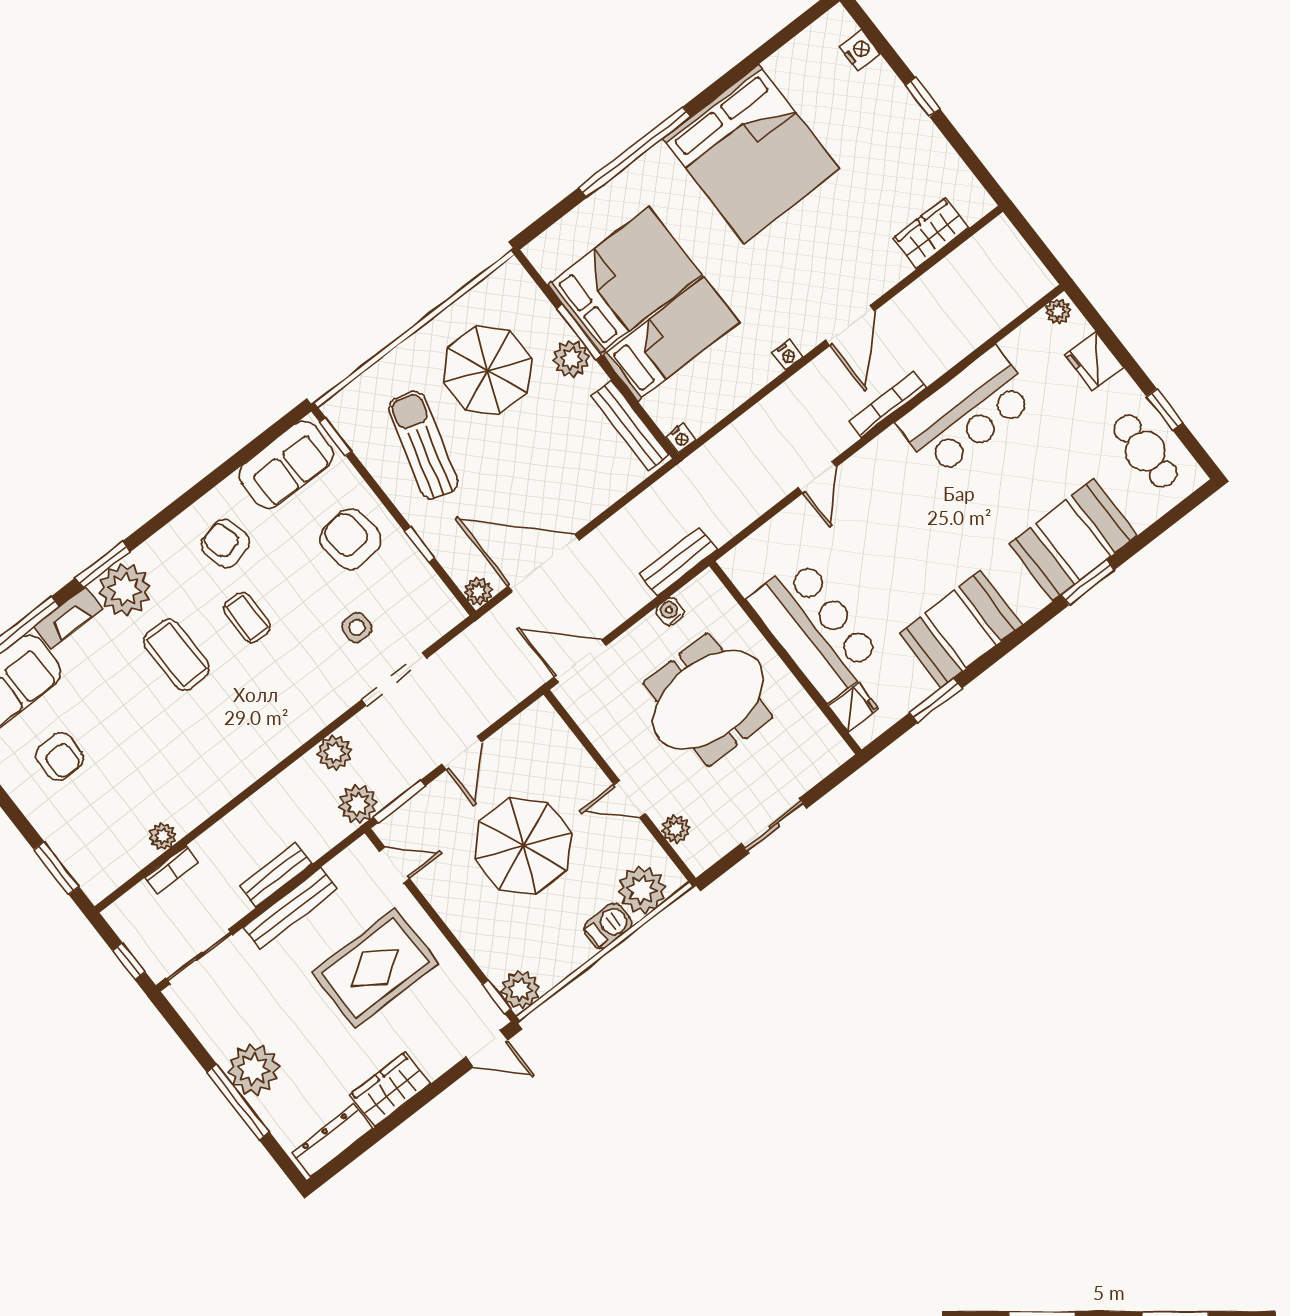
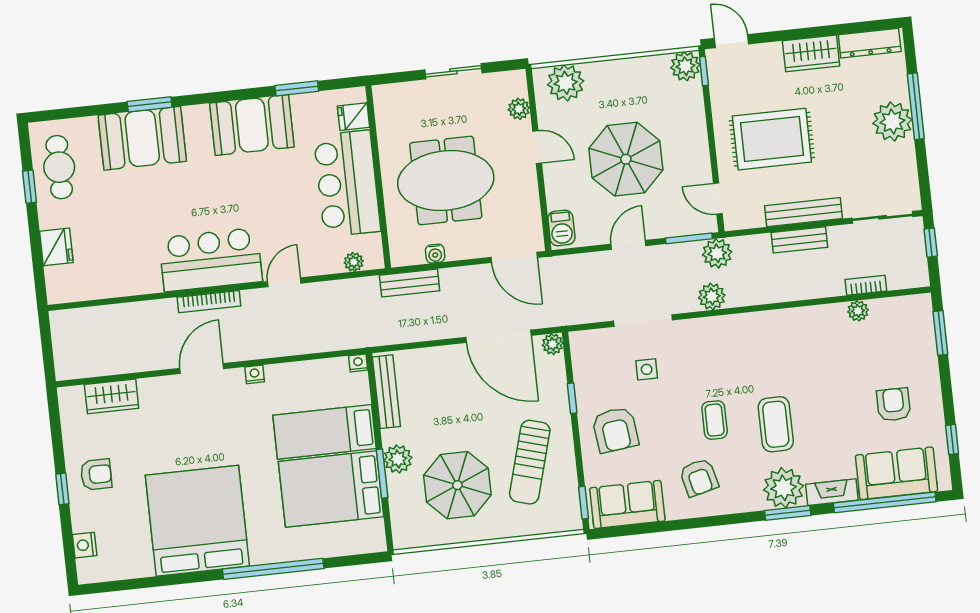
armchair: (895, 136) -> (96, 474), added
plant: (1058, 311) -> (354, 262), moved
bar counter: (967, 411) -> (211, 260), moved
barbecue: (608, 926) -> (561, 228), moved, turned -90

